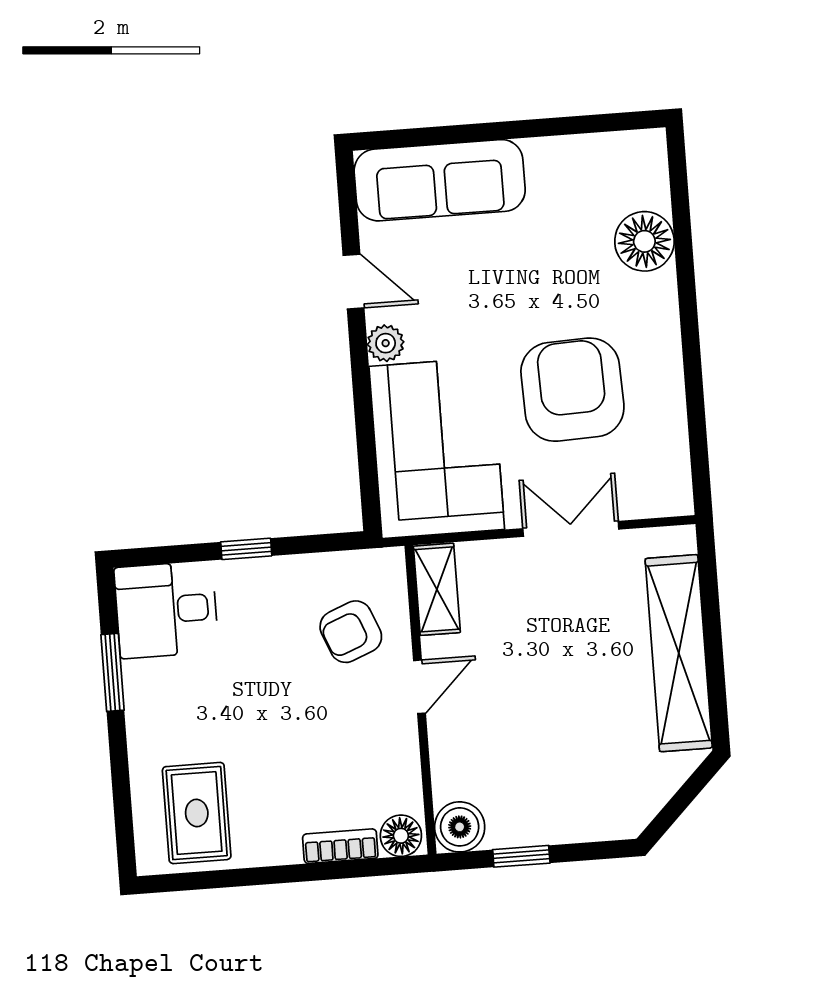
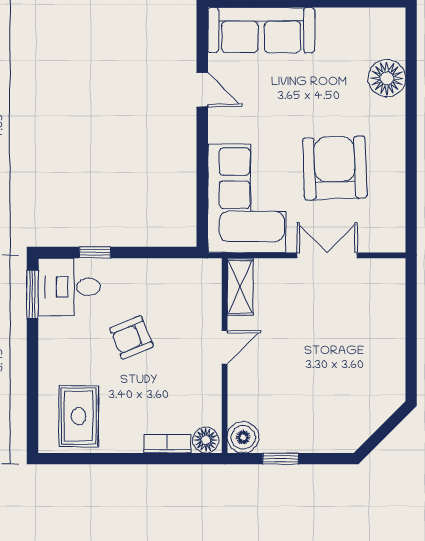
plant: (386, 343) -> (220, 130), removed
window: (246, 549) -> (95, 253), moved
armchair: (351, 632) -> (131, 337), moved
shelving: (679, 653) -> (389, 338), removed
window: (112, 672) -> (32, 295), moved

